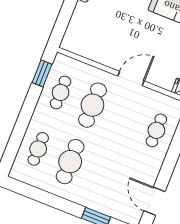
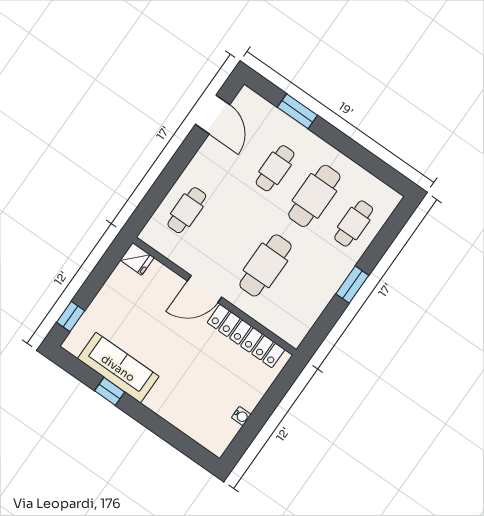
locker: (94, 53) -> (246, 336), added
window: (42, 73) -> (352, 285), moved
cafe table: (61, 92) -> (275, 168), moved

